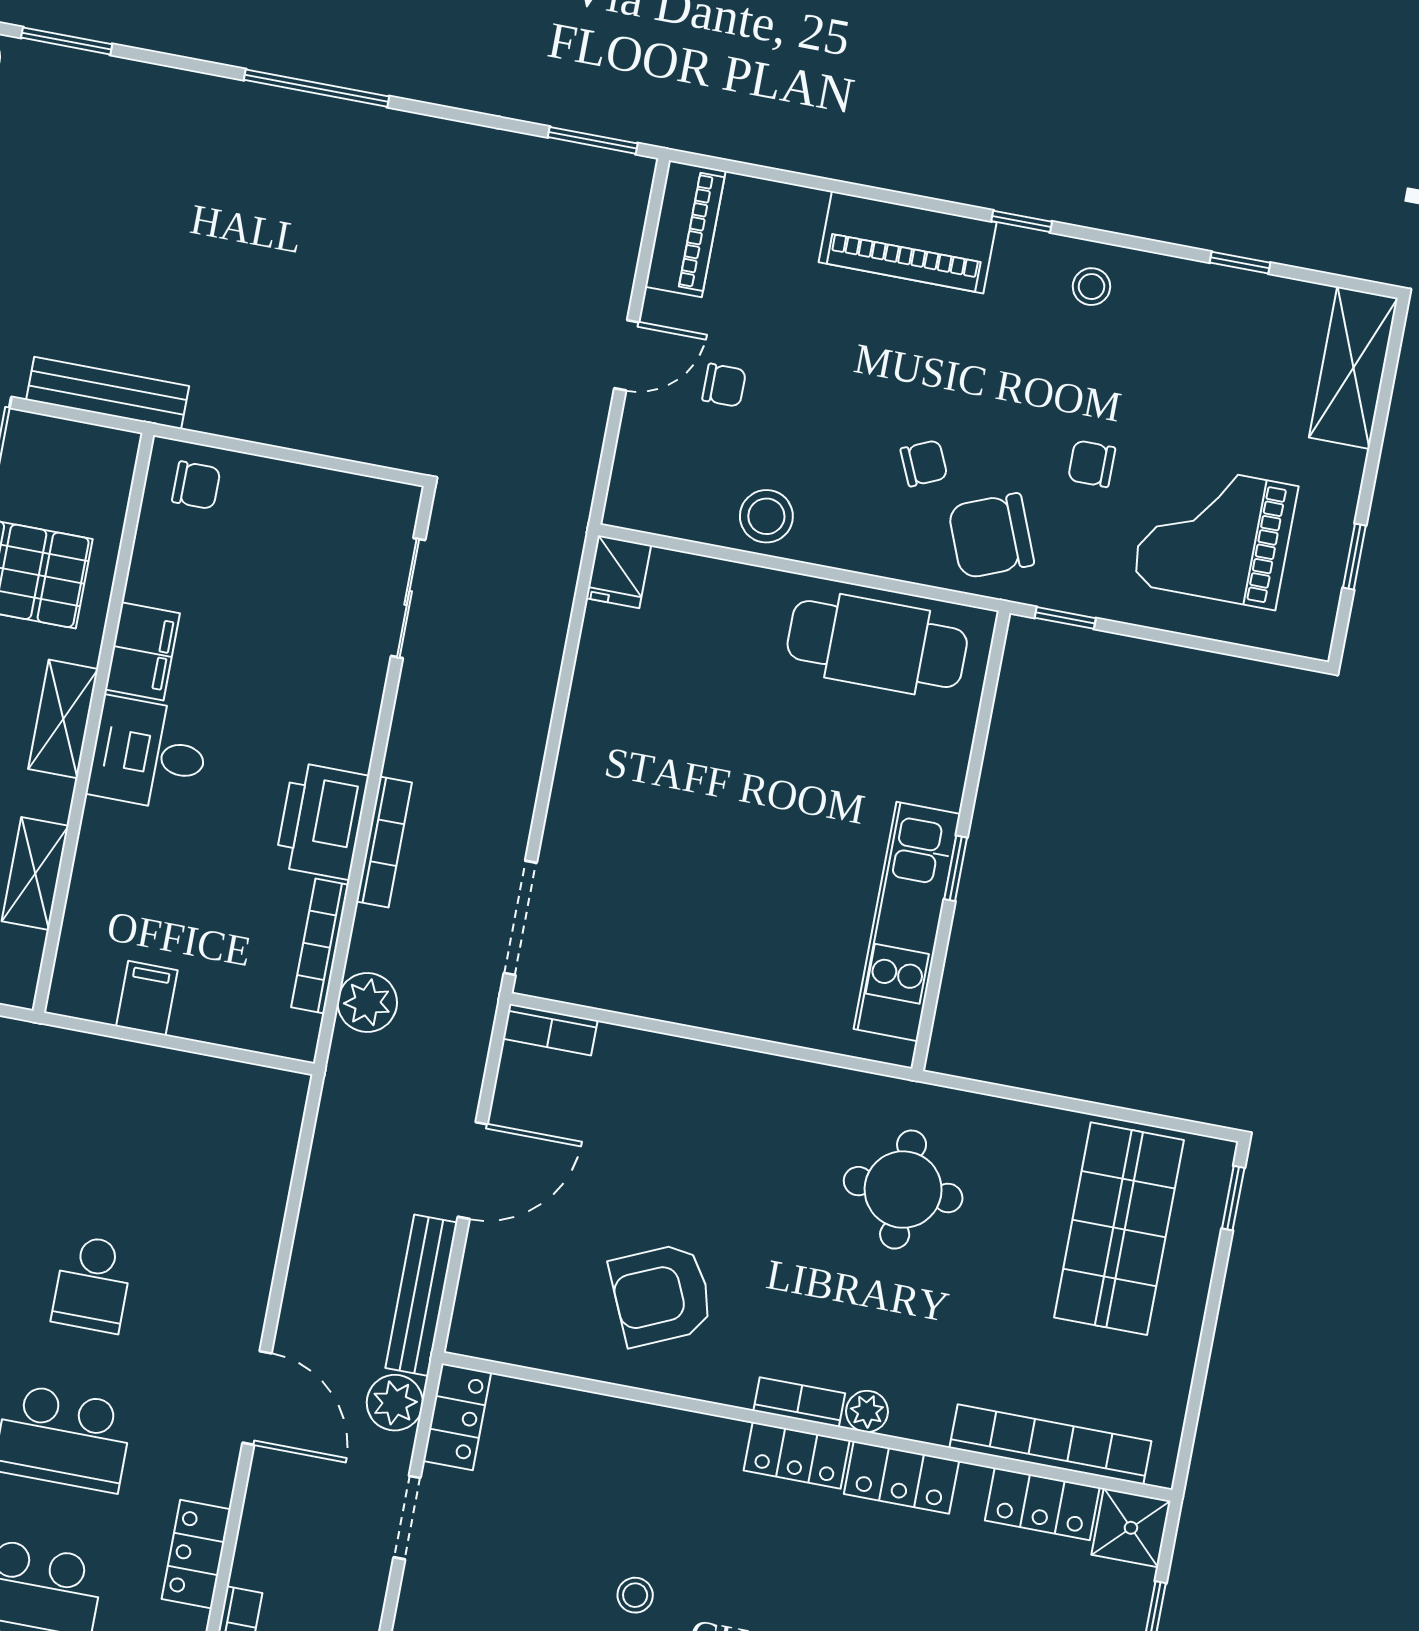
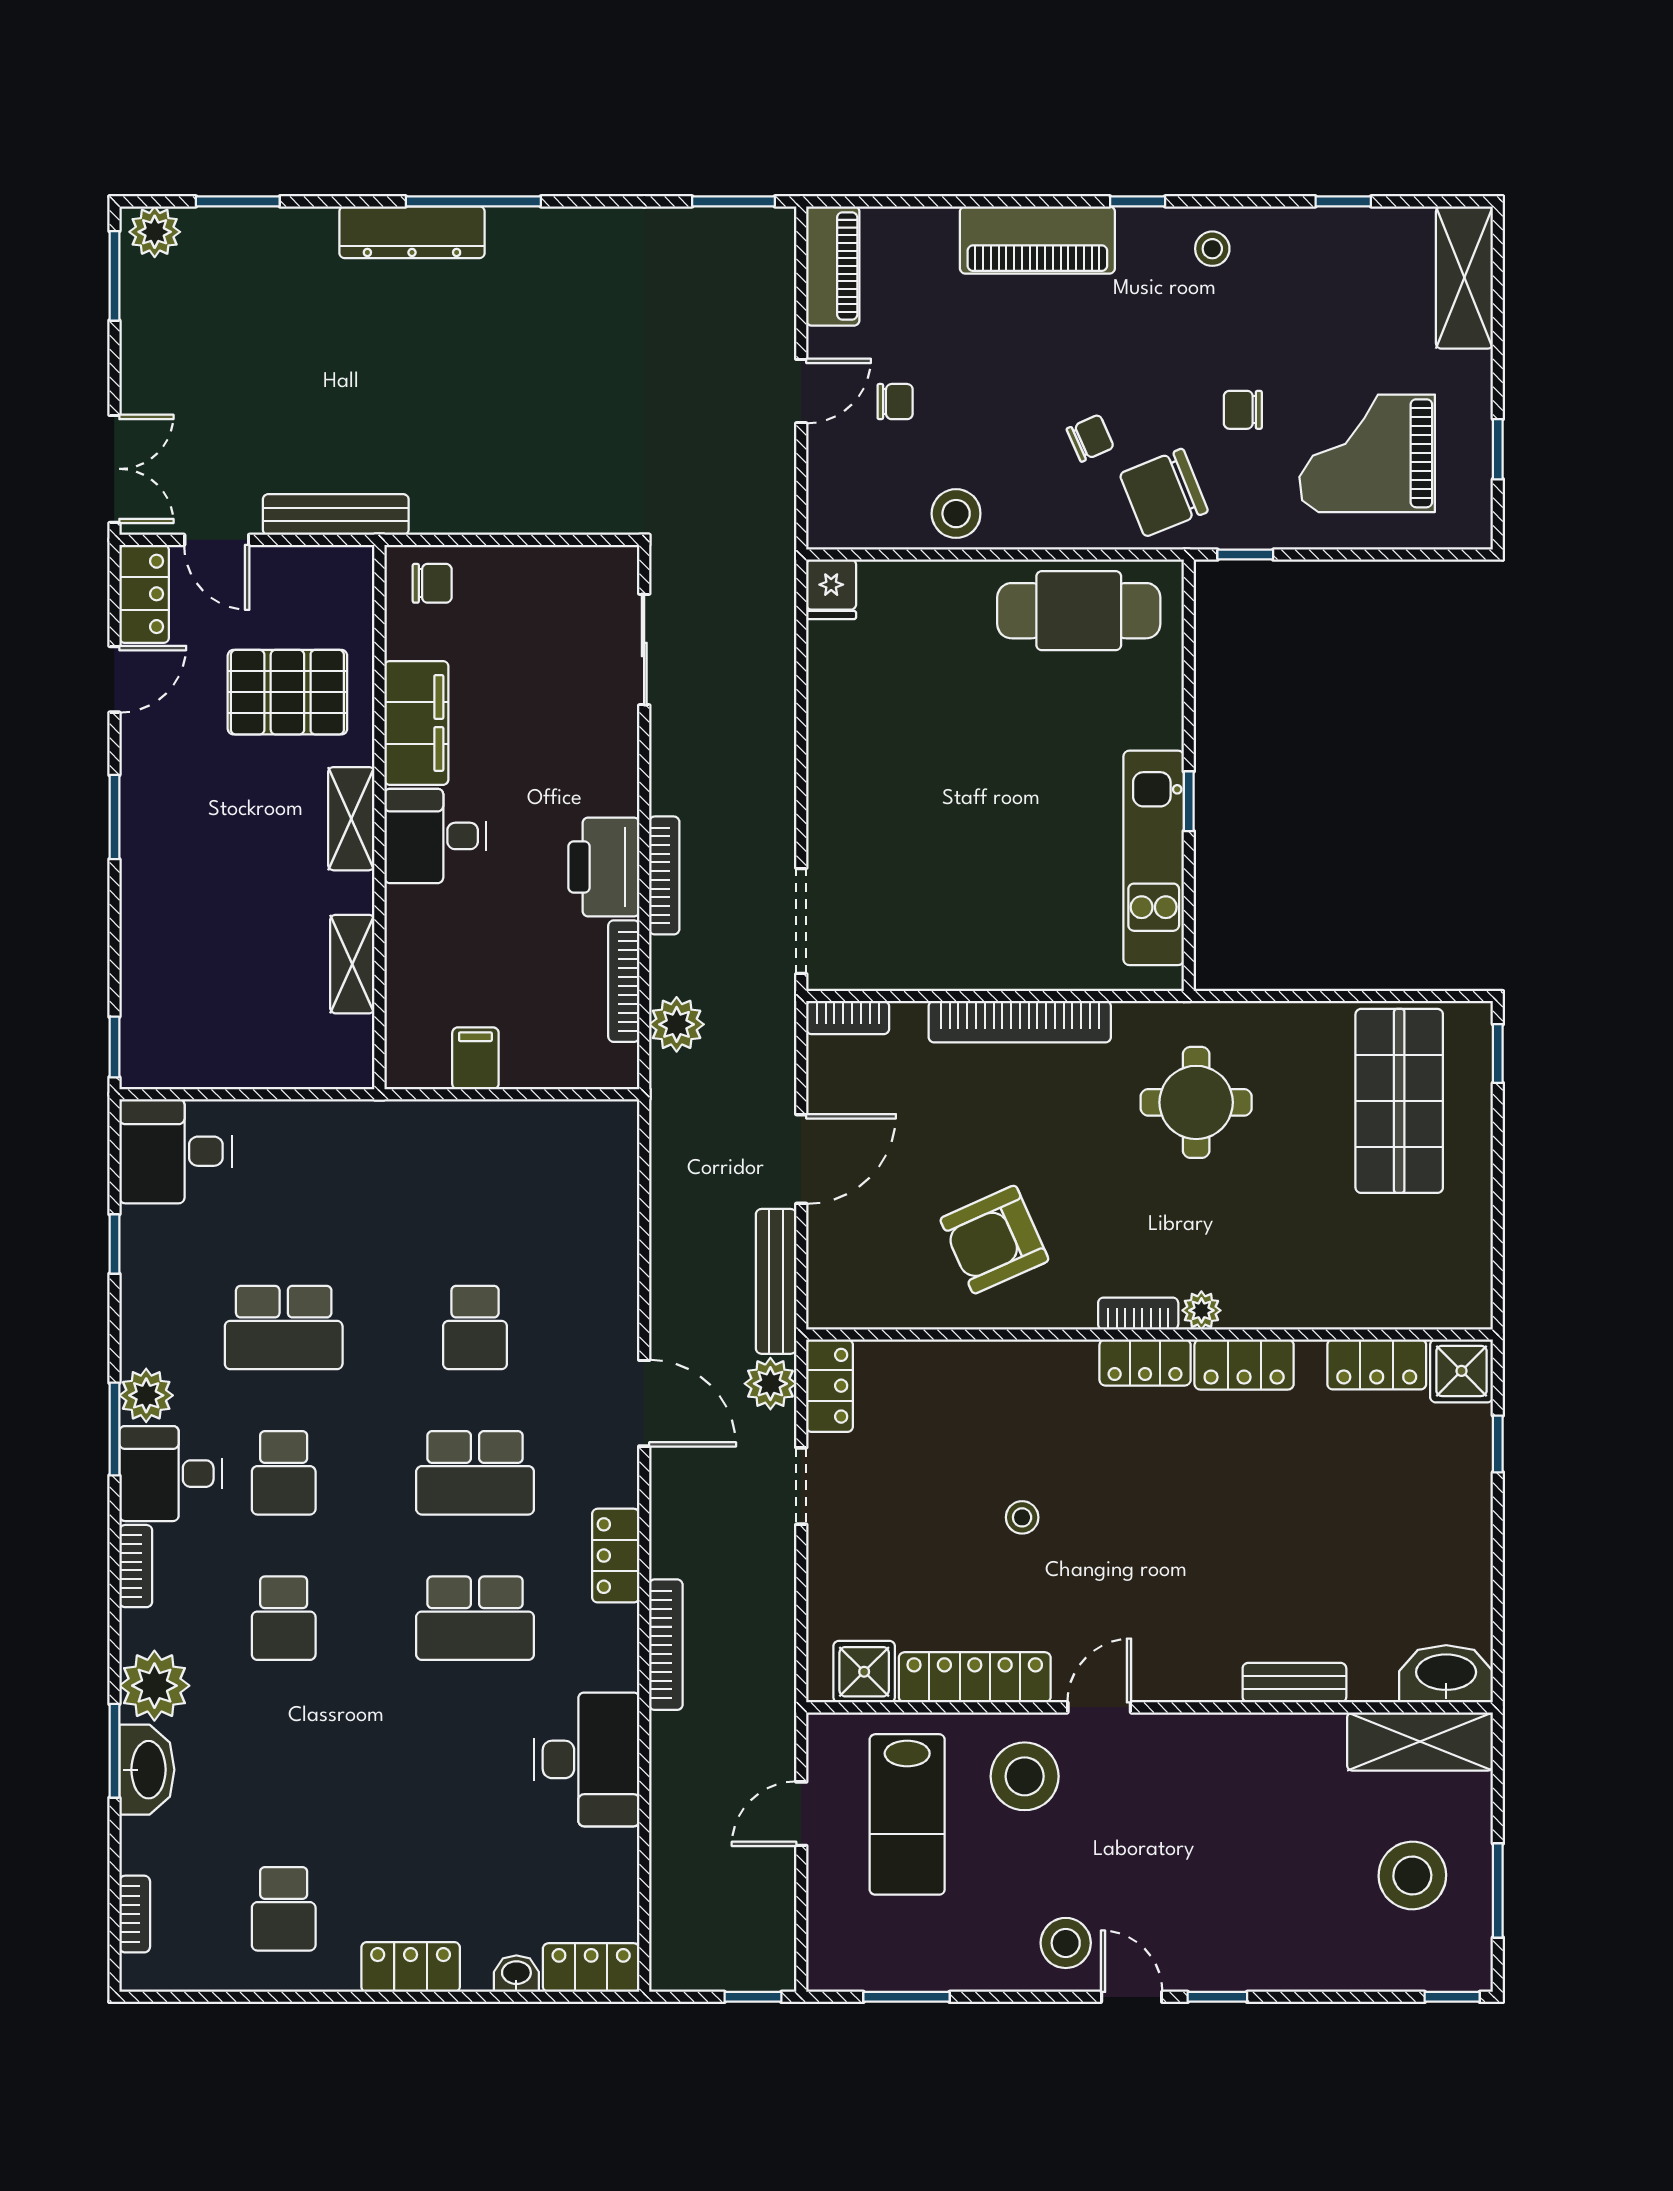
dresser: (245, 109) -> (412, 232), added
filing cabinet: (142, 651) -> (416, 723), width x1.50, depth x1.17
bookcase: (1050, 1444) -> (1020, 1022), moved, turned 180

